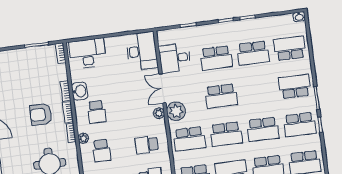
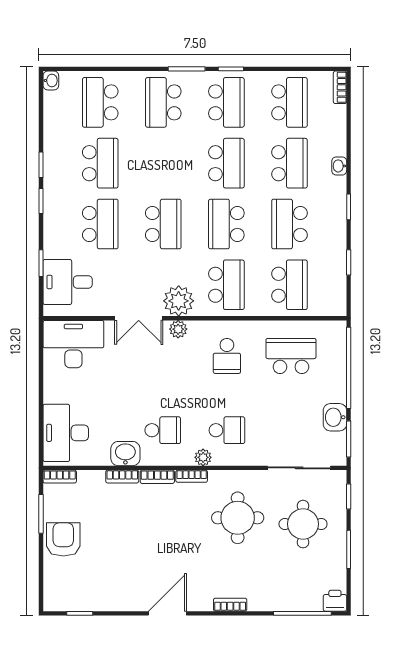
desk: (175, 58) -> (68, 282), moved, turned 90
armchair: (41, 115) -> (63, 539), moved, turned 180
school desk: (226, 134) -> (226, 224), turned 180

